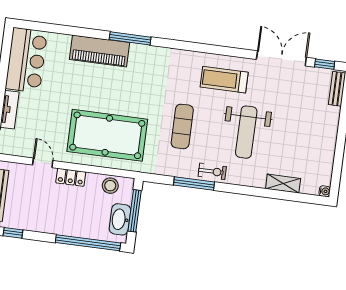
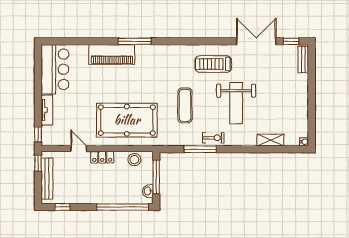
washbasin: (120, 219) -> (148, 191), width x0.52, depth x0.69

